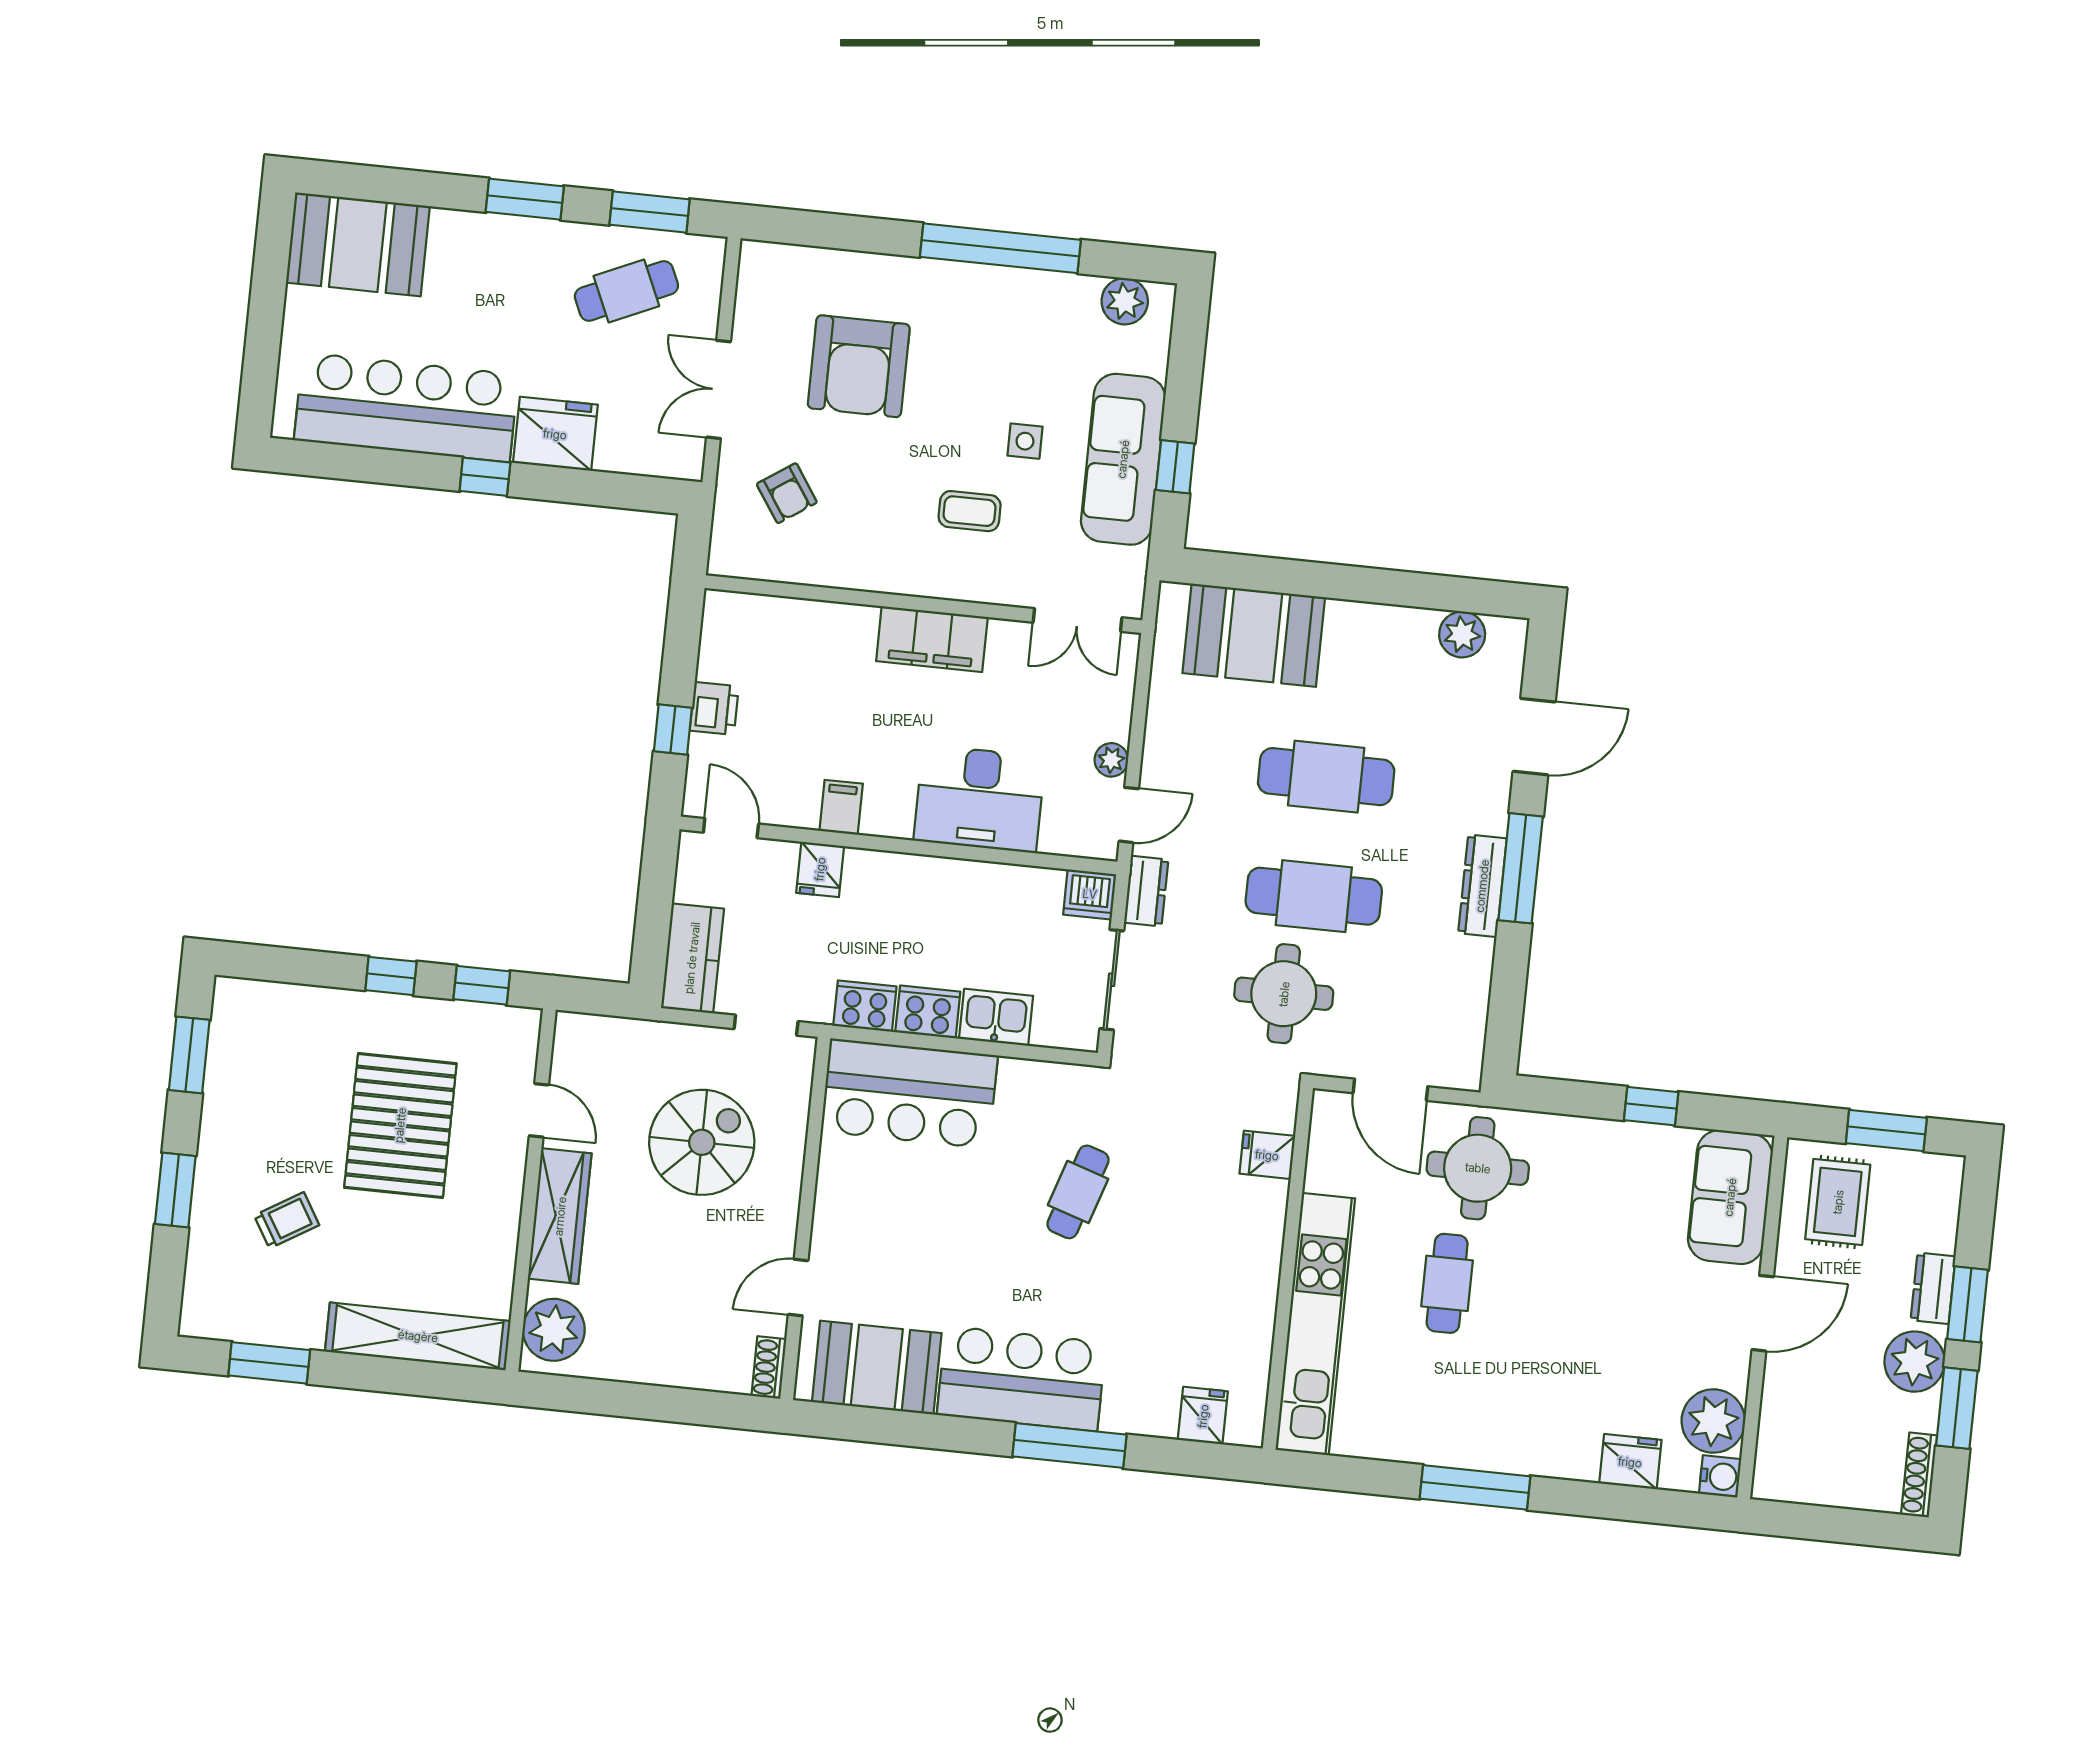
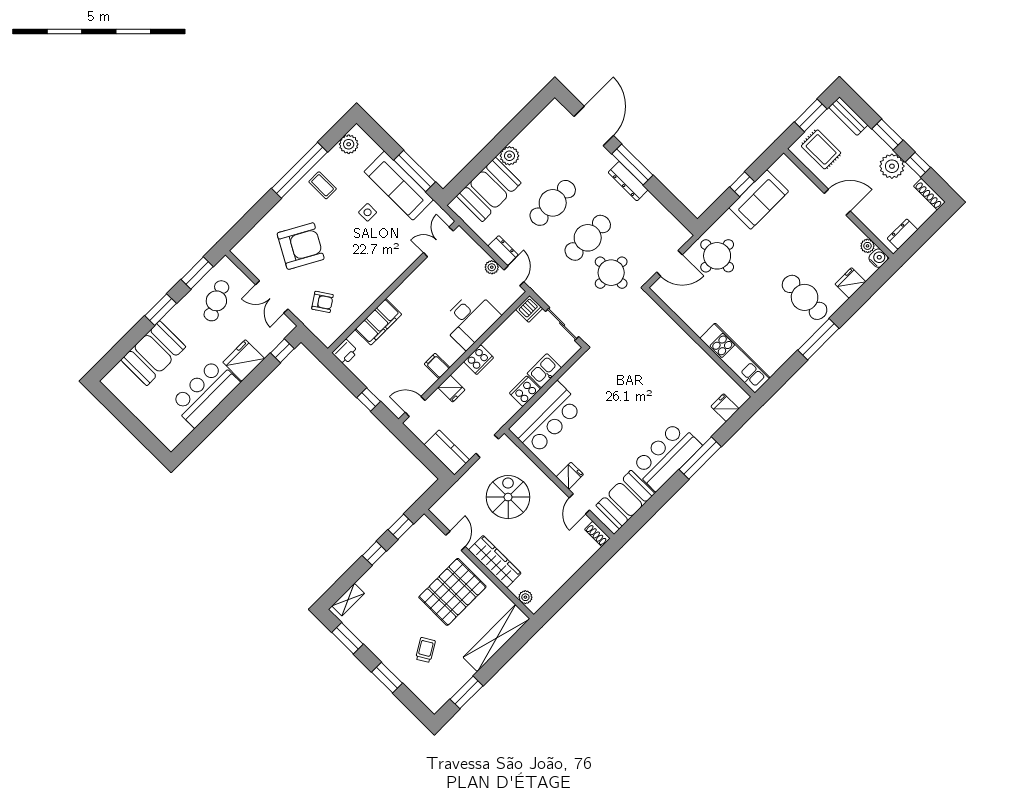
booth: (358, 244) -> (153, 353), moved
armchair: (859, 366) -> (301, 246), turned -61
bar counter: (406, 407) -> (205, 393), width x0.73
window: (1175, 467) -> (415, 171), width x2.17
window: (485, 477) -> (282, 351), moved
coffee table: (970, 511) -> (323, 185), moved, turned 90
double door: (1078, 620) -> (438, 242), swing flipped
plant: (1462, 634) -> (509, 156), moved
filing cabinet: (932, 639) -> (378, 322), moved
printer: (714, 708) -> (345, 352), moved, turned 90
door: (1534, 737) -> (594, 126), width x1.36
dresser: (1146, 891) -> (503, 250), moved
shelving: (263, 997) -> (348, 600), added
cooker: (865, 1006) -> (479, 360), moved, turned 180
door: (539, 1110) -> (456, 541), hinge flipped
pallet: (400, 1125) -> (452, 592), moved, turned 90
fridge: (1267, 1155) -> (570, 476), moved, turned 180
cafe table: (1078, 1192) -> (621, 390), removed
sofa: (1730, 1197) -> (759, 200), moved, turned -90
bench: (1942, 1202) -> (848, 116), added
cafe table: (1447, 1283) -> (805, 297), moved, width x1.37, depth x1.35
dresser: (1933, 1288) -> (902, 234), moved, turned 90
door: (1763, 1313) -> (837, 202), hinge flipped
kitchen unit: (1315, 1324) -> (735, 358), width x0.73
plant: (554, 1330) -> (525, 597), width x0.53, depth x0.53
window: (1957, 1408) -> (918, 165), width x0.67
plant: (1713, 1421) -> (867, 246), width x0.53, depth x0.53

